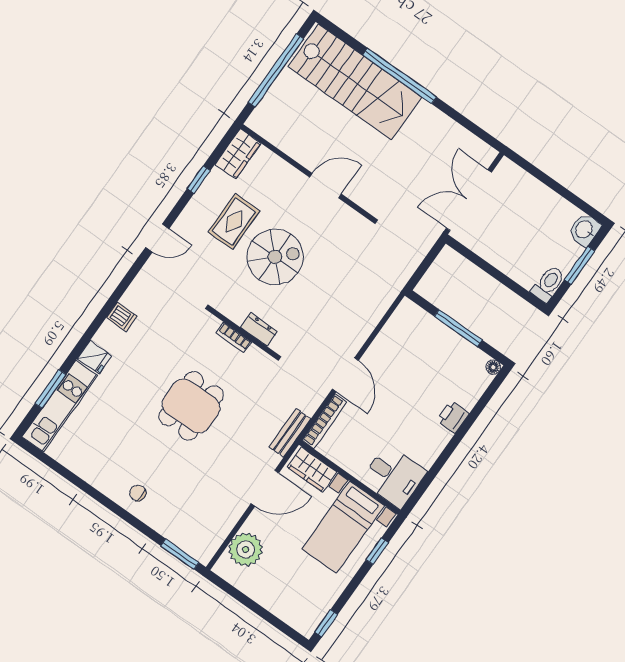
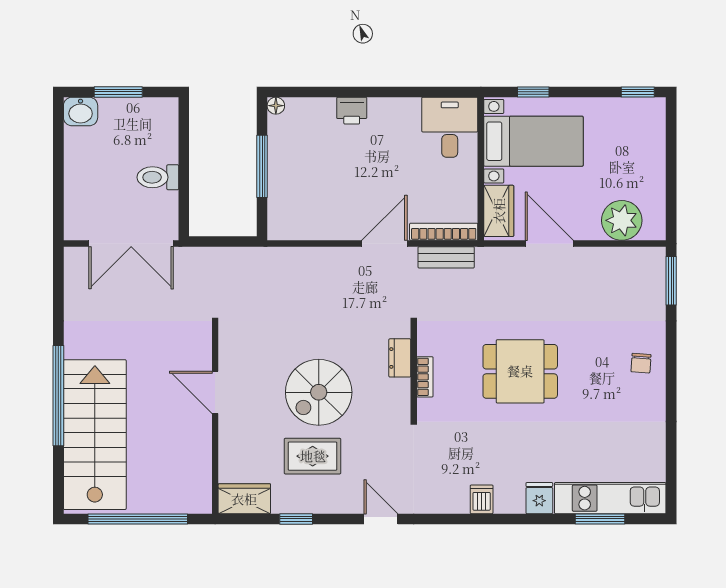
spiral stairs: (275, 257) -> (319, 392), turned -90
toilet: (548, 284) -> (158, 177), moved
bench: (290, 433) -> (446, 257), moved

